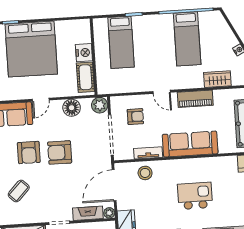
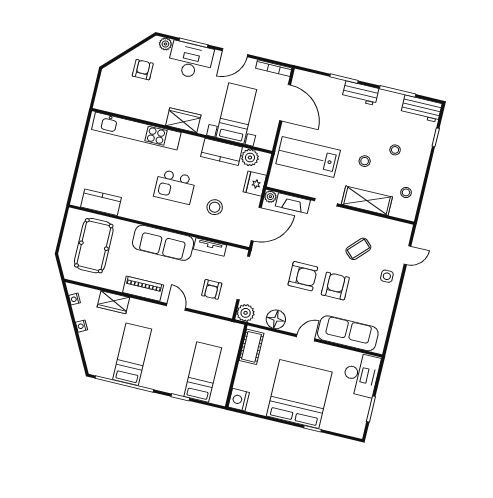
nightstand: (84, 53) -> (239, 400), moved
armchair: (135, 117) -> (212, 289), turned -90
stool: (145, 173) -> (215, 207), moved

